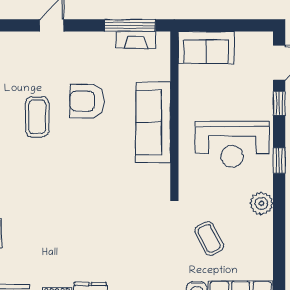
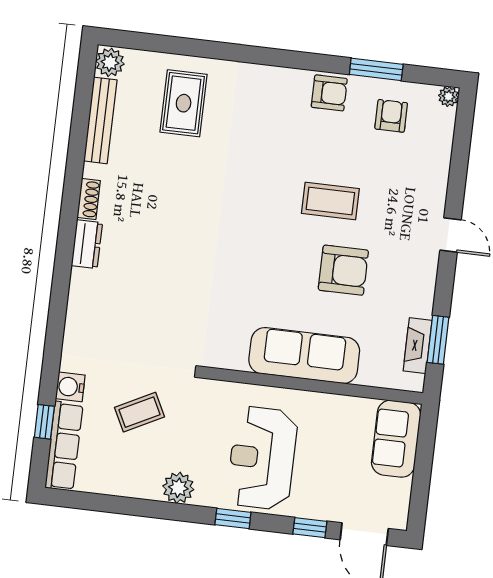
window: (130, 25) -> (438, 340), width x0.69
armchair: (87, 101) -> (343, 270), turned 90

